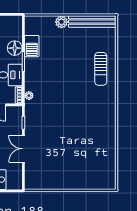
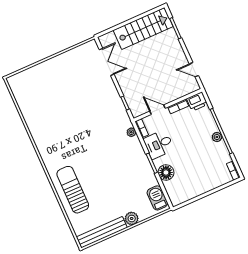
barbecue: (32, 46) -> (157, 198), moved
sun lounger: (101, 69) -> (73, 190), width x1.36, depth x1.34
double door: (23, 149) -> (107, 62), moved

